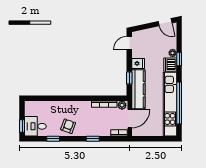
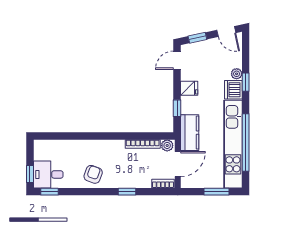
window: (144, 27) -> (197, 38), added
kitchen counter: (138, 89) -> (190, 133), width x0.67
window: (53, 139) -> (49, 192), moved
window: (158, 139) -> (216, 192), added

